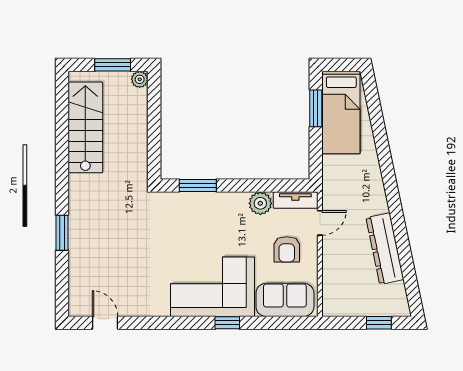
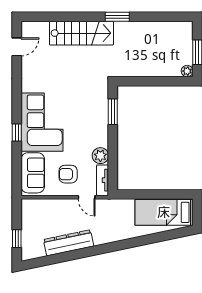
window: (316, 108) -> (167, 194), removed
stairs: (85, 127) -> (81, 33), moved
window: (62, 233) -> (117, 17), moved

